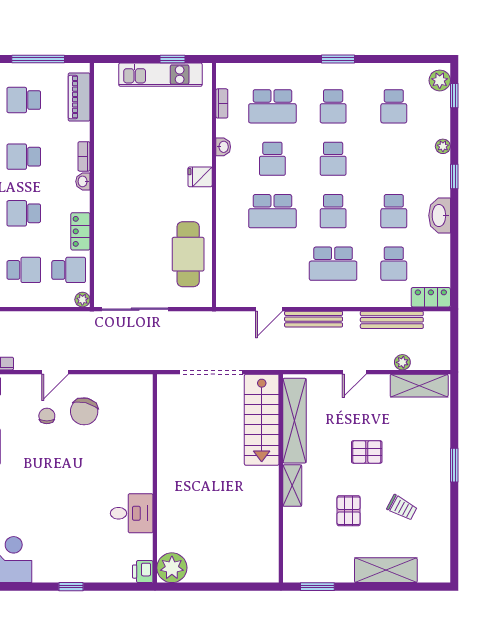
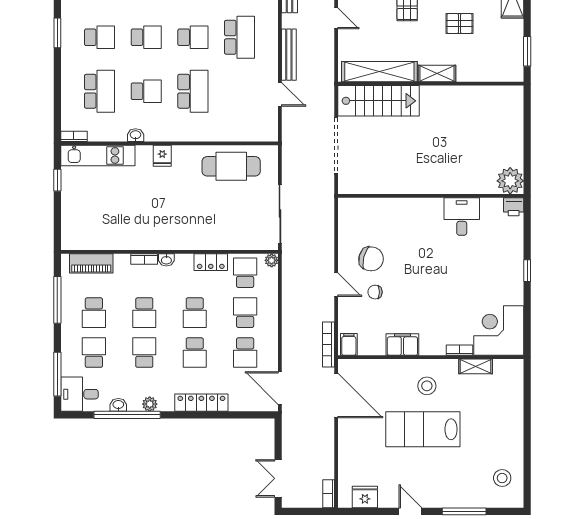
kitchen unit: (160, 75) -> (98, 155), moved, turned 90
bookcase: (222, 103) -> (74, 136), moved

